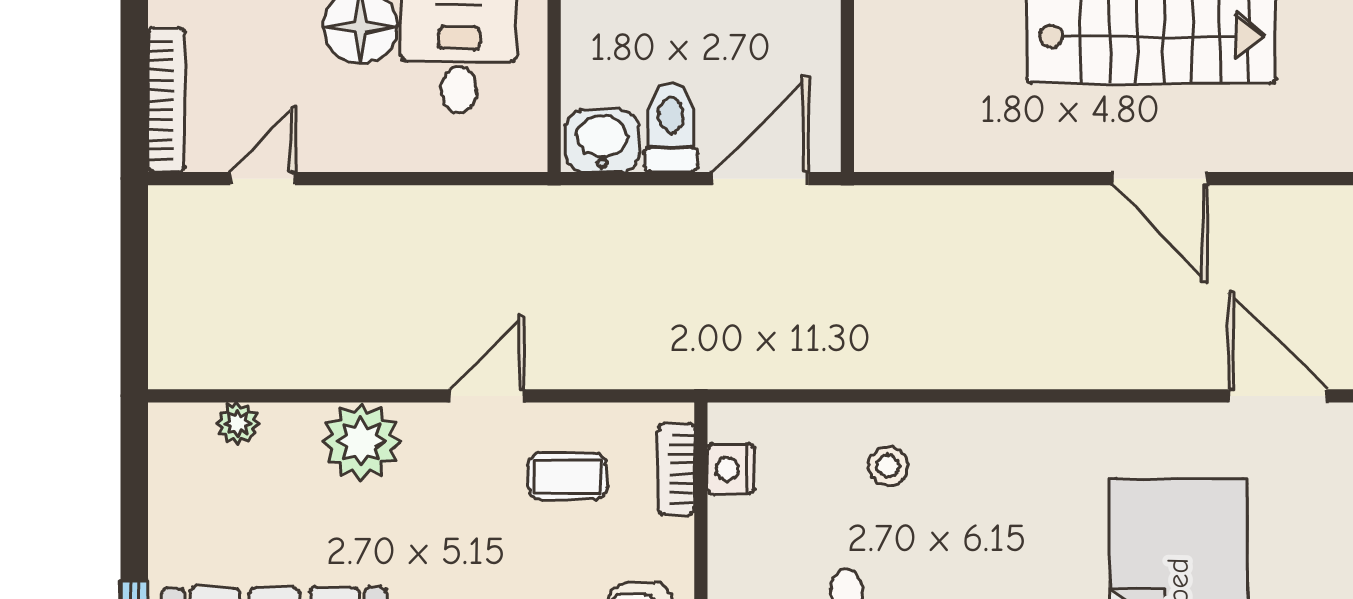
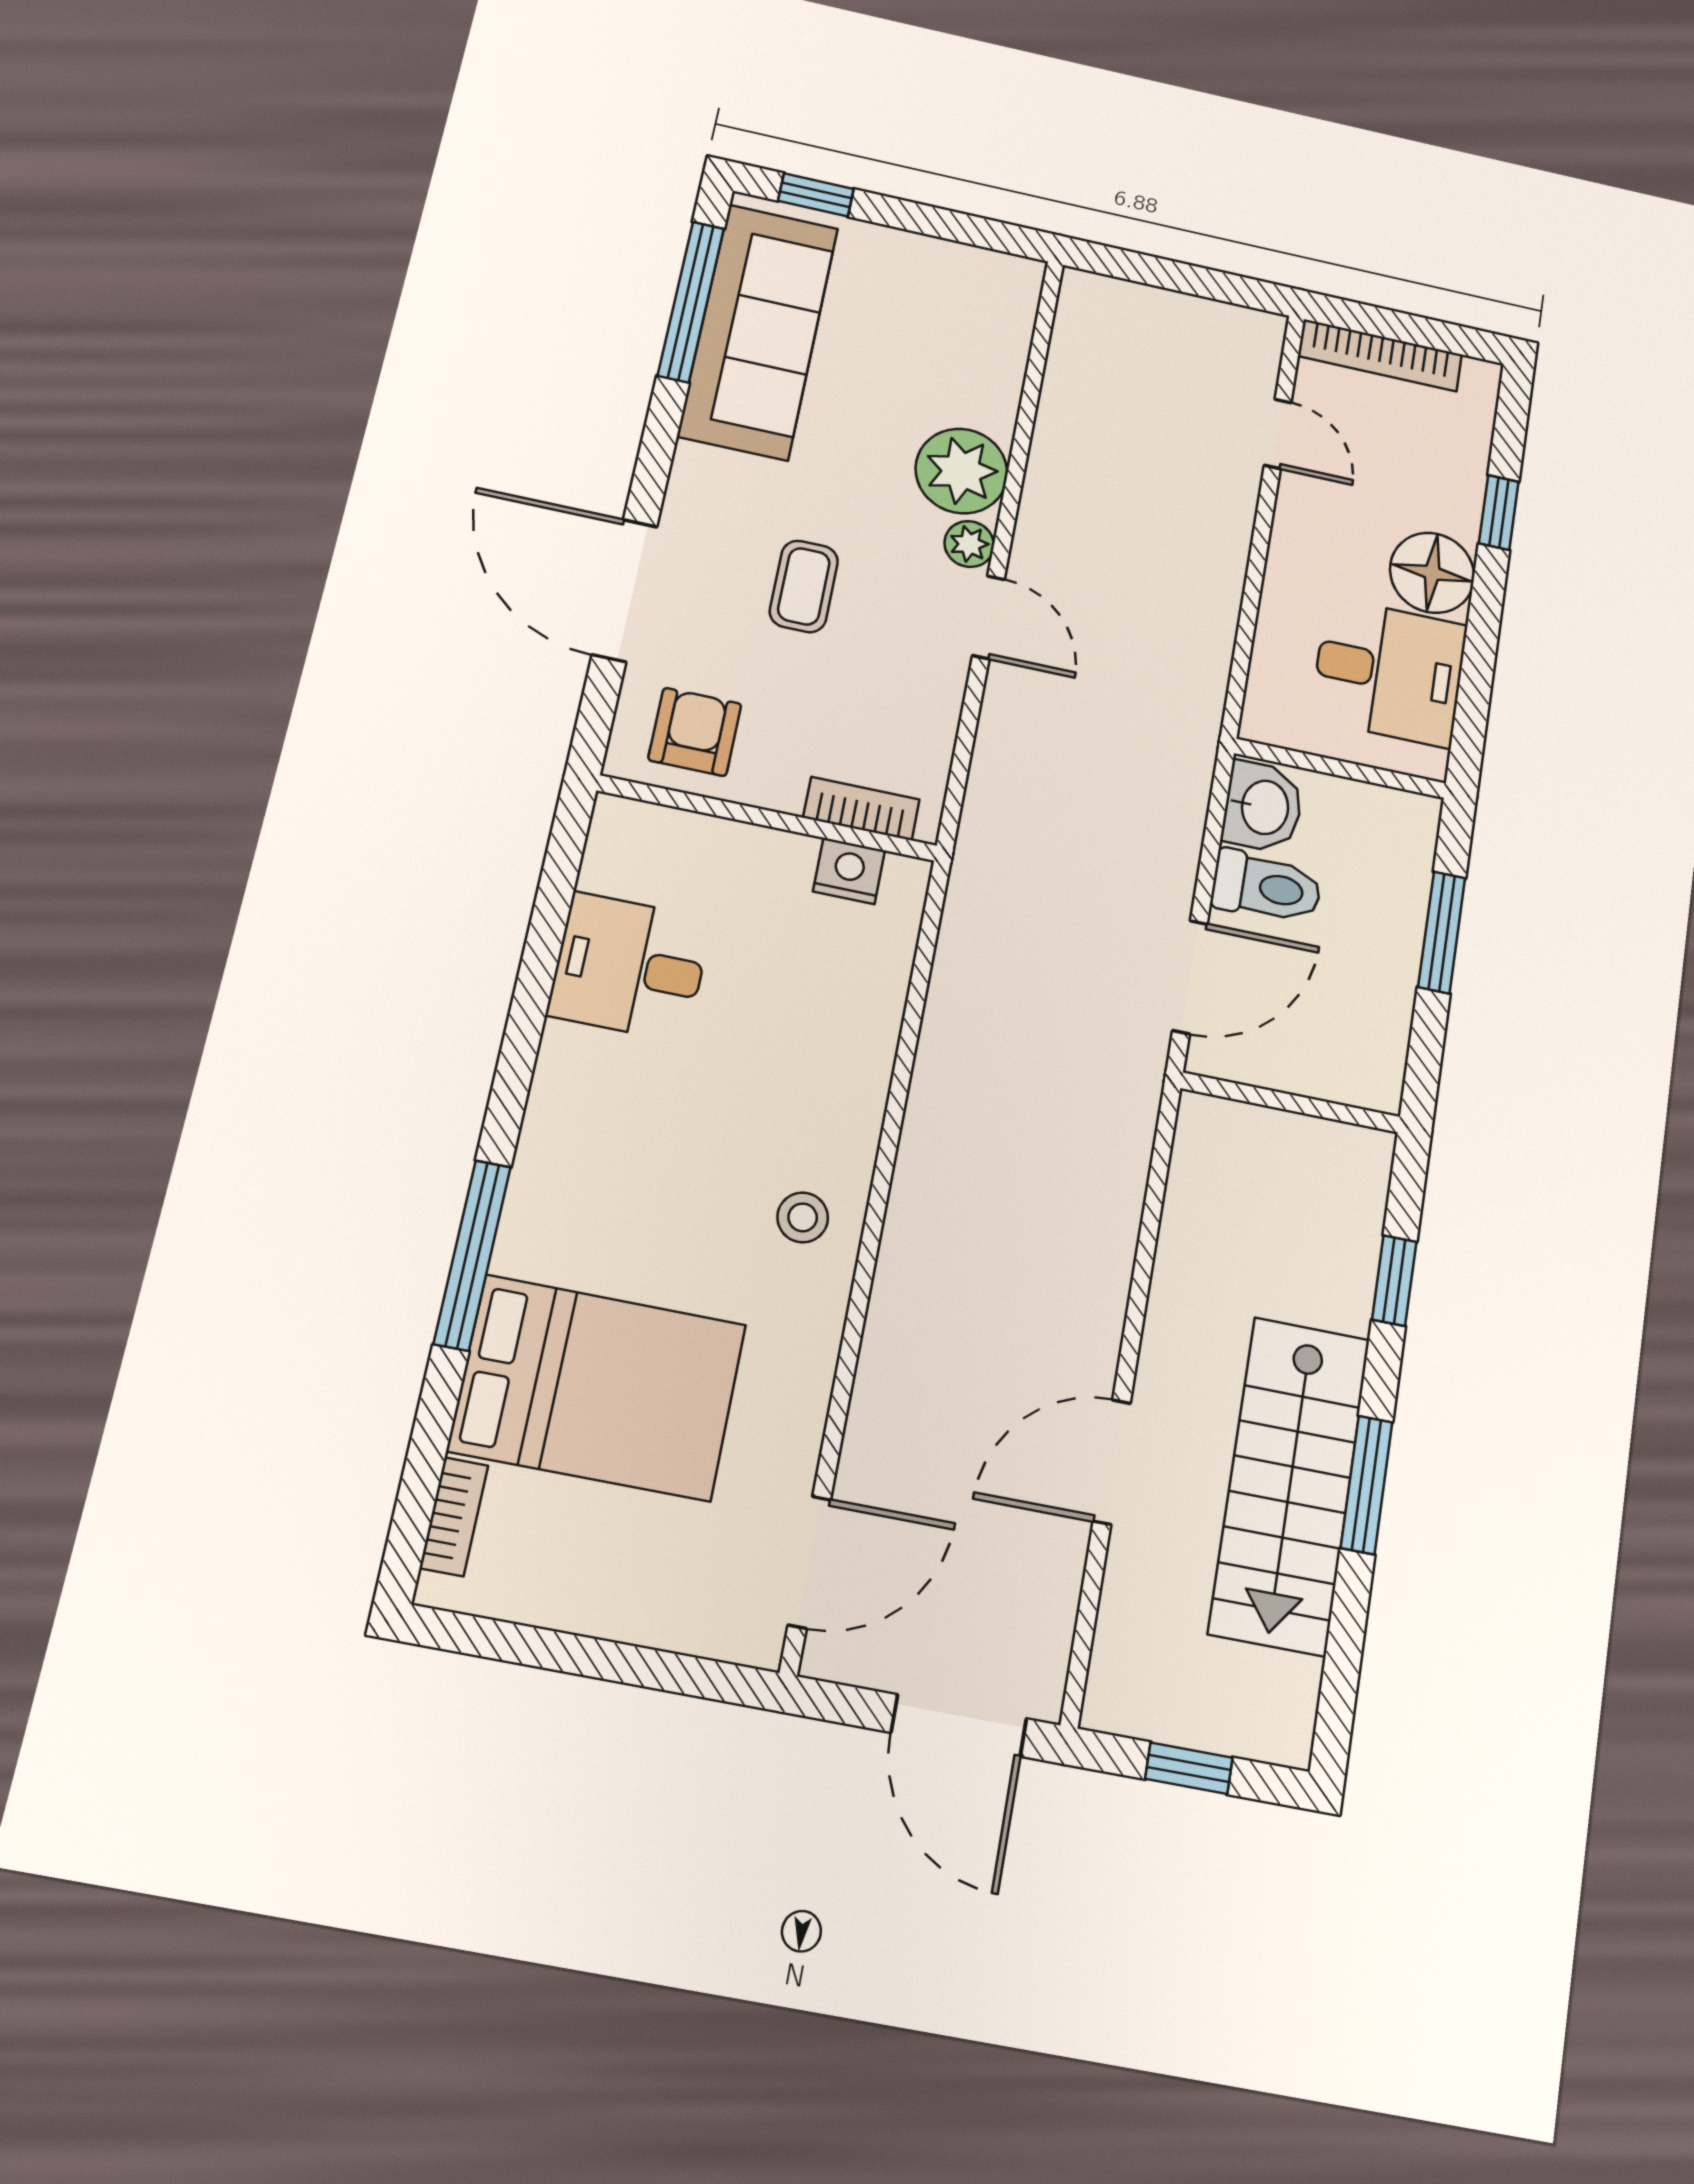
door: (760, 179) -> (1190, 977), hinge flipped
plant: (238, 423) -> (969, 544), moved
stool: (888, 466) -> (803, 1217), moved
coffee table: (568, 476) -> (804, 586), moved

